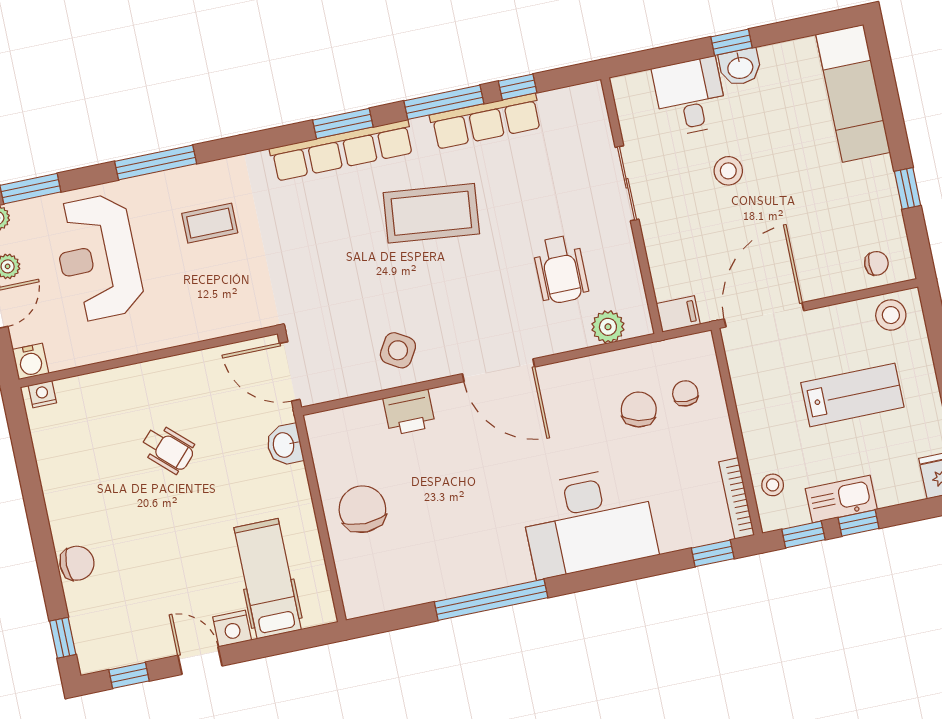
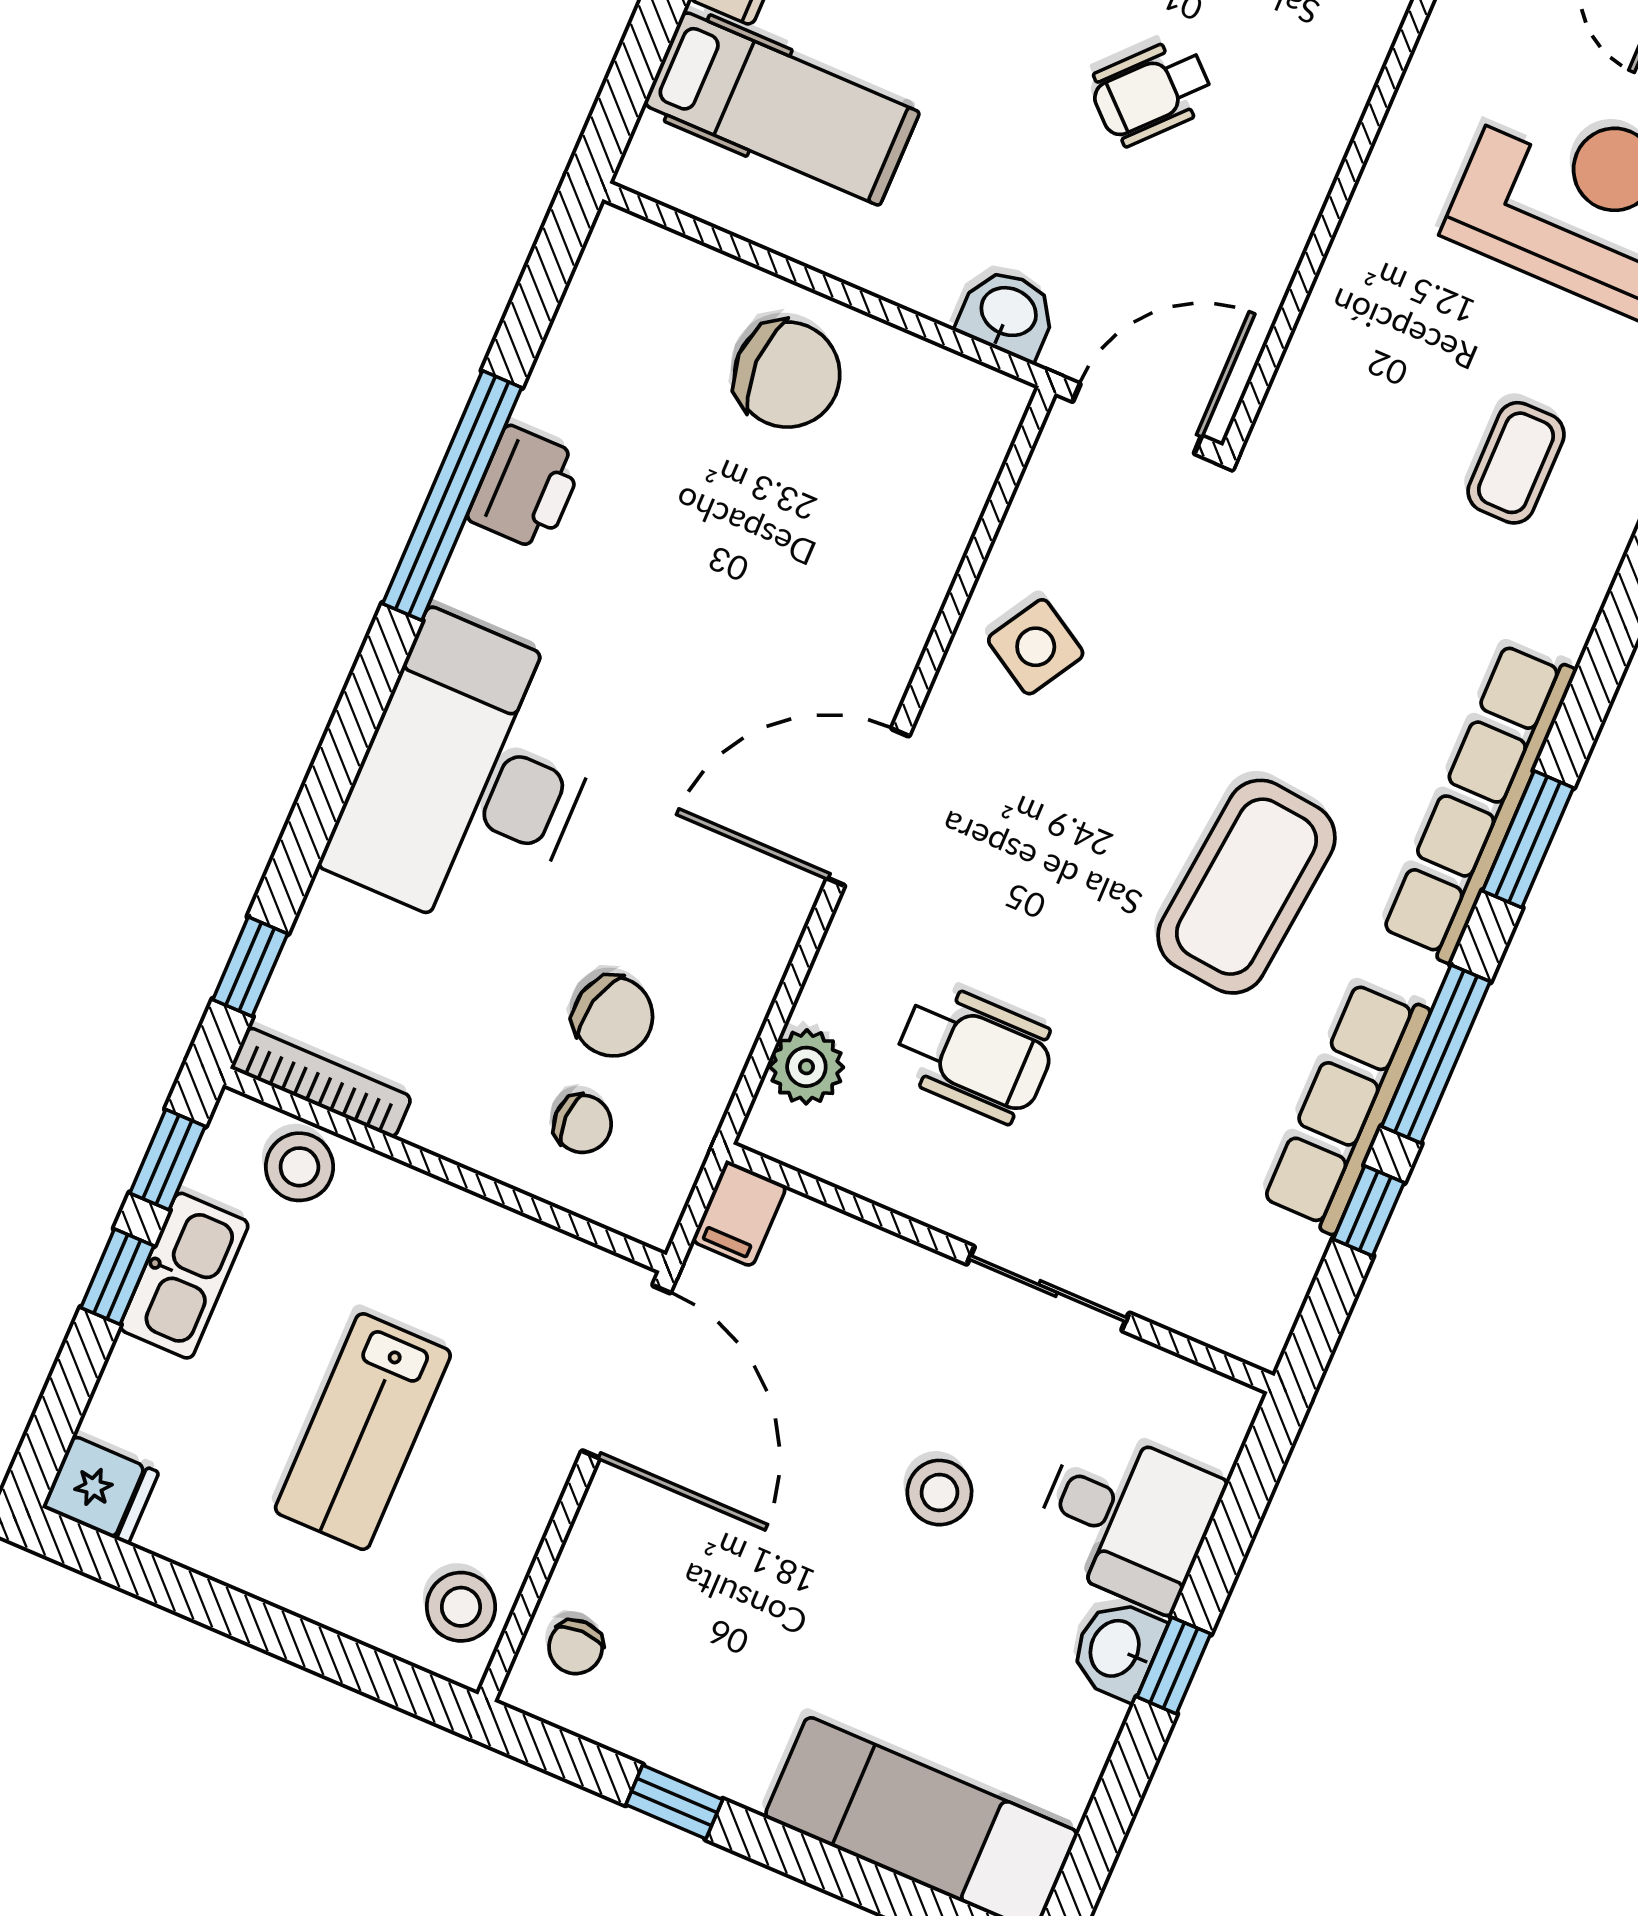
wheelchair: (561, 269) -> (974, 1053), turned 180
printer: (409, 412) -> (526, 488), moved, turned 180
stool: (773, 485) -> (299, 1167), width x1.37, depth x1.37

